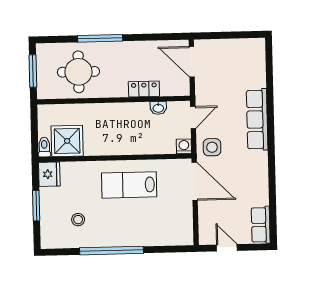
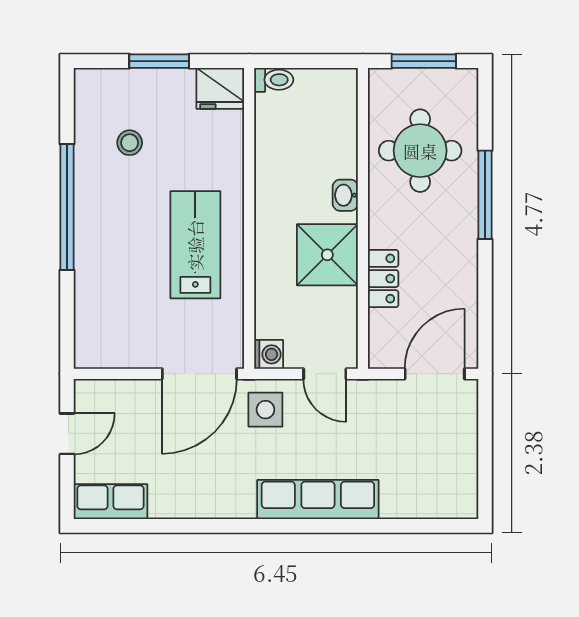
washbasin: (158, 108) -> (345, 195), moved
shower: (67, 141) -> (327, 255), moved

